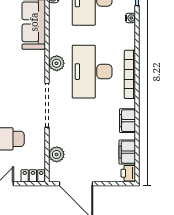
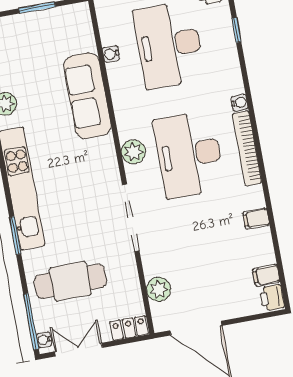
water cooler: (130, 18) -> (240, 103), moved
filing cabinet: (127, 121) -> (256, 219), width x0.50
filing cabinet: (127, 152) -> (266, 275), width x0.50

